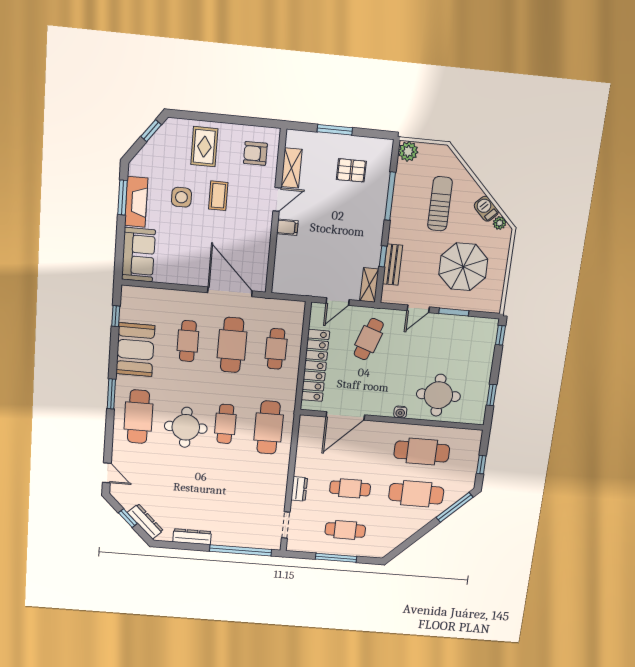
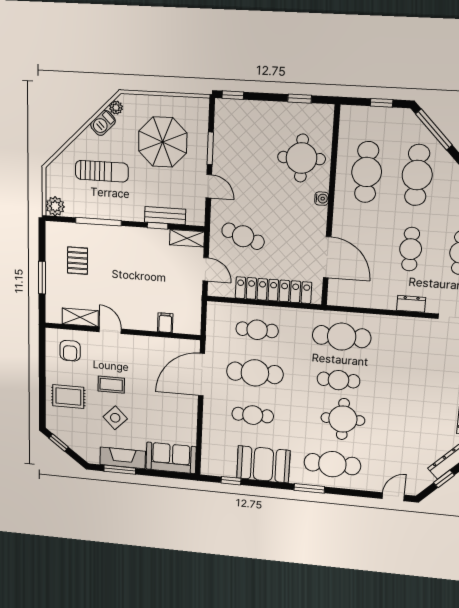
side table: (181, 197) -> (115, 418), turned 45
sun lounger: (440, 204) -> (102, 171), turned 180
filing cabinet: (287, 227) -> (165, 323), moved

